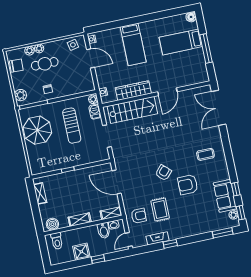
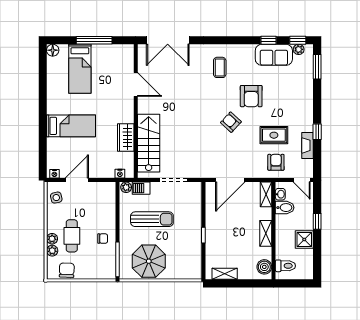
wardrobe: (133, 91) -> (126, 137), width x0.67
door: (167, 92) -> (136, 85), moved
plant: (21, 95) -> (103, 272), removed

